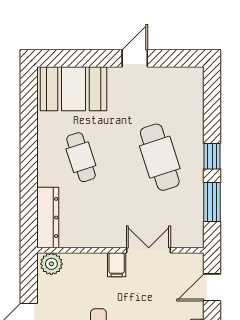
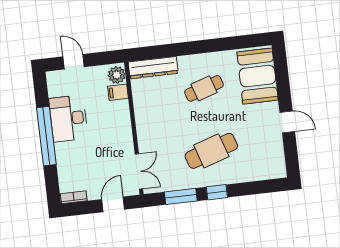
double door: (149, 250) -> (139, 171), moved
filing cabinet: (117, 265) -> (118, 92), moved
door: (212, 287) -> (113, 204), hinge flipped

